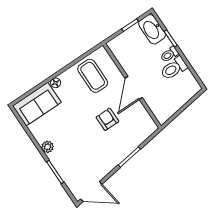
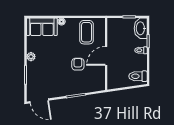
toilet: (174, 68) -> (138, 76), moved

